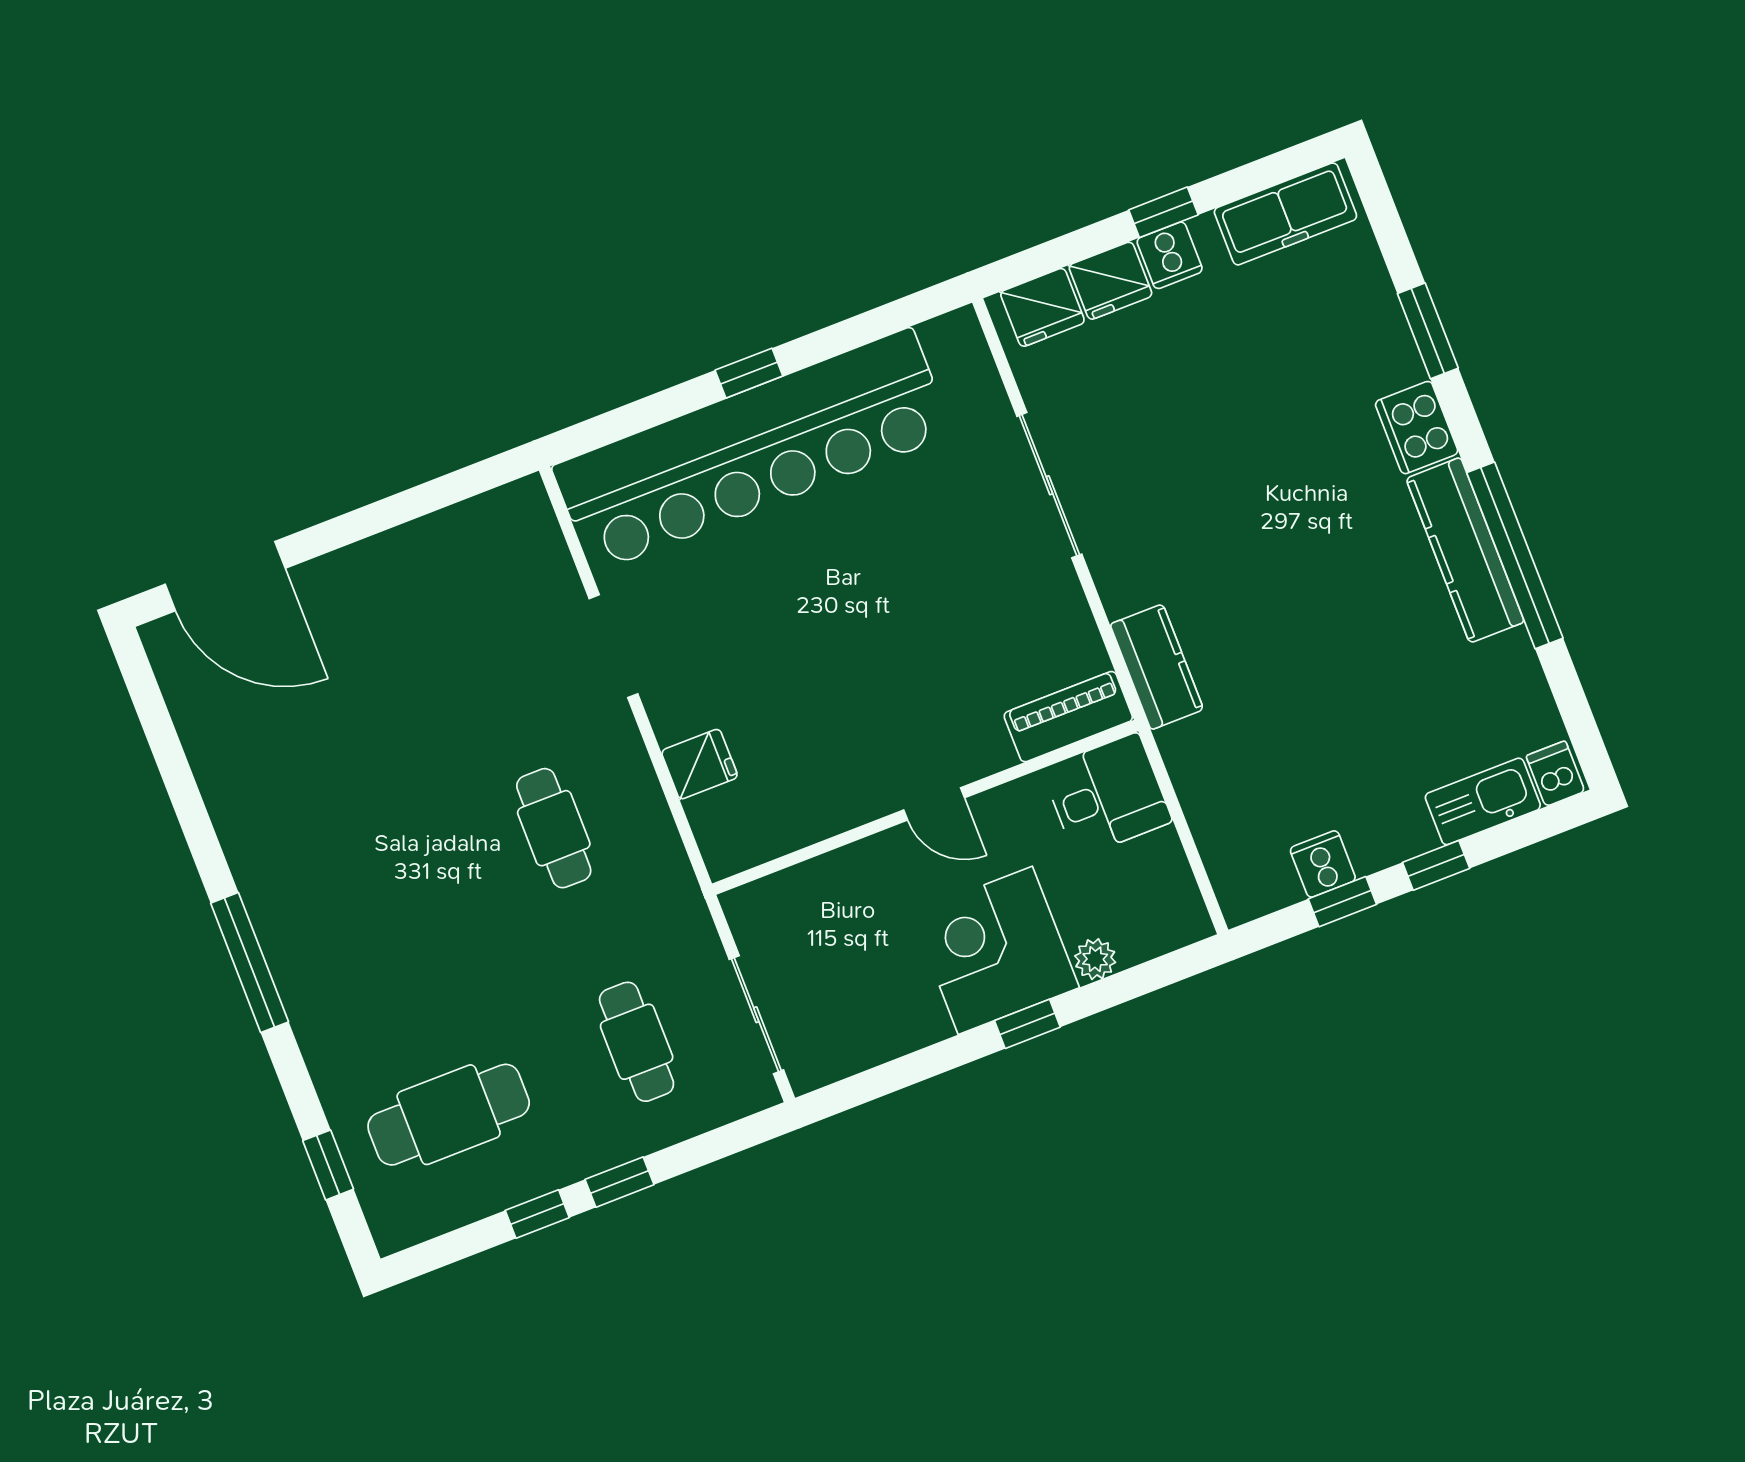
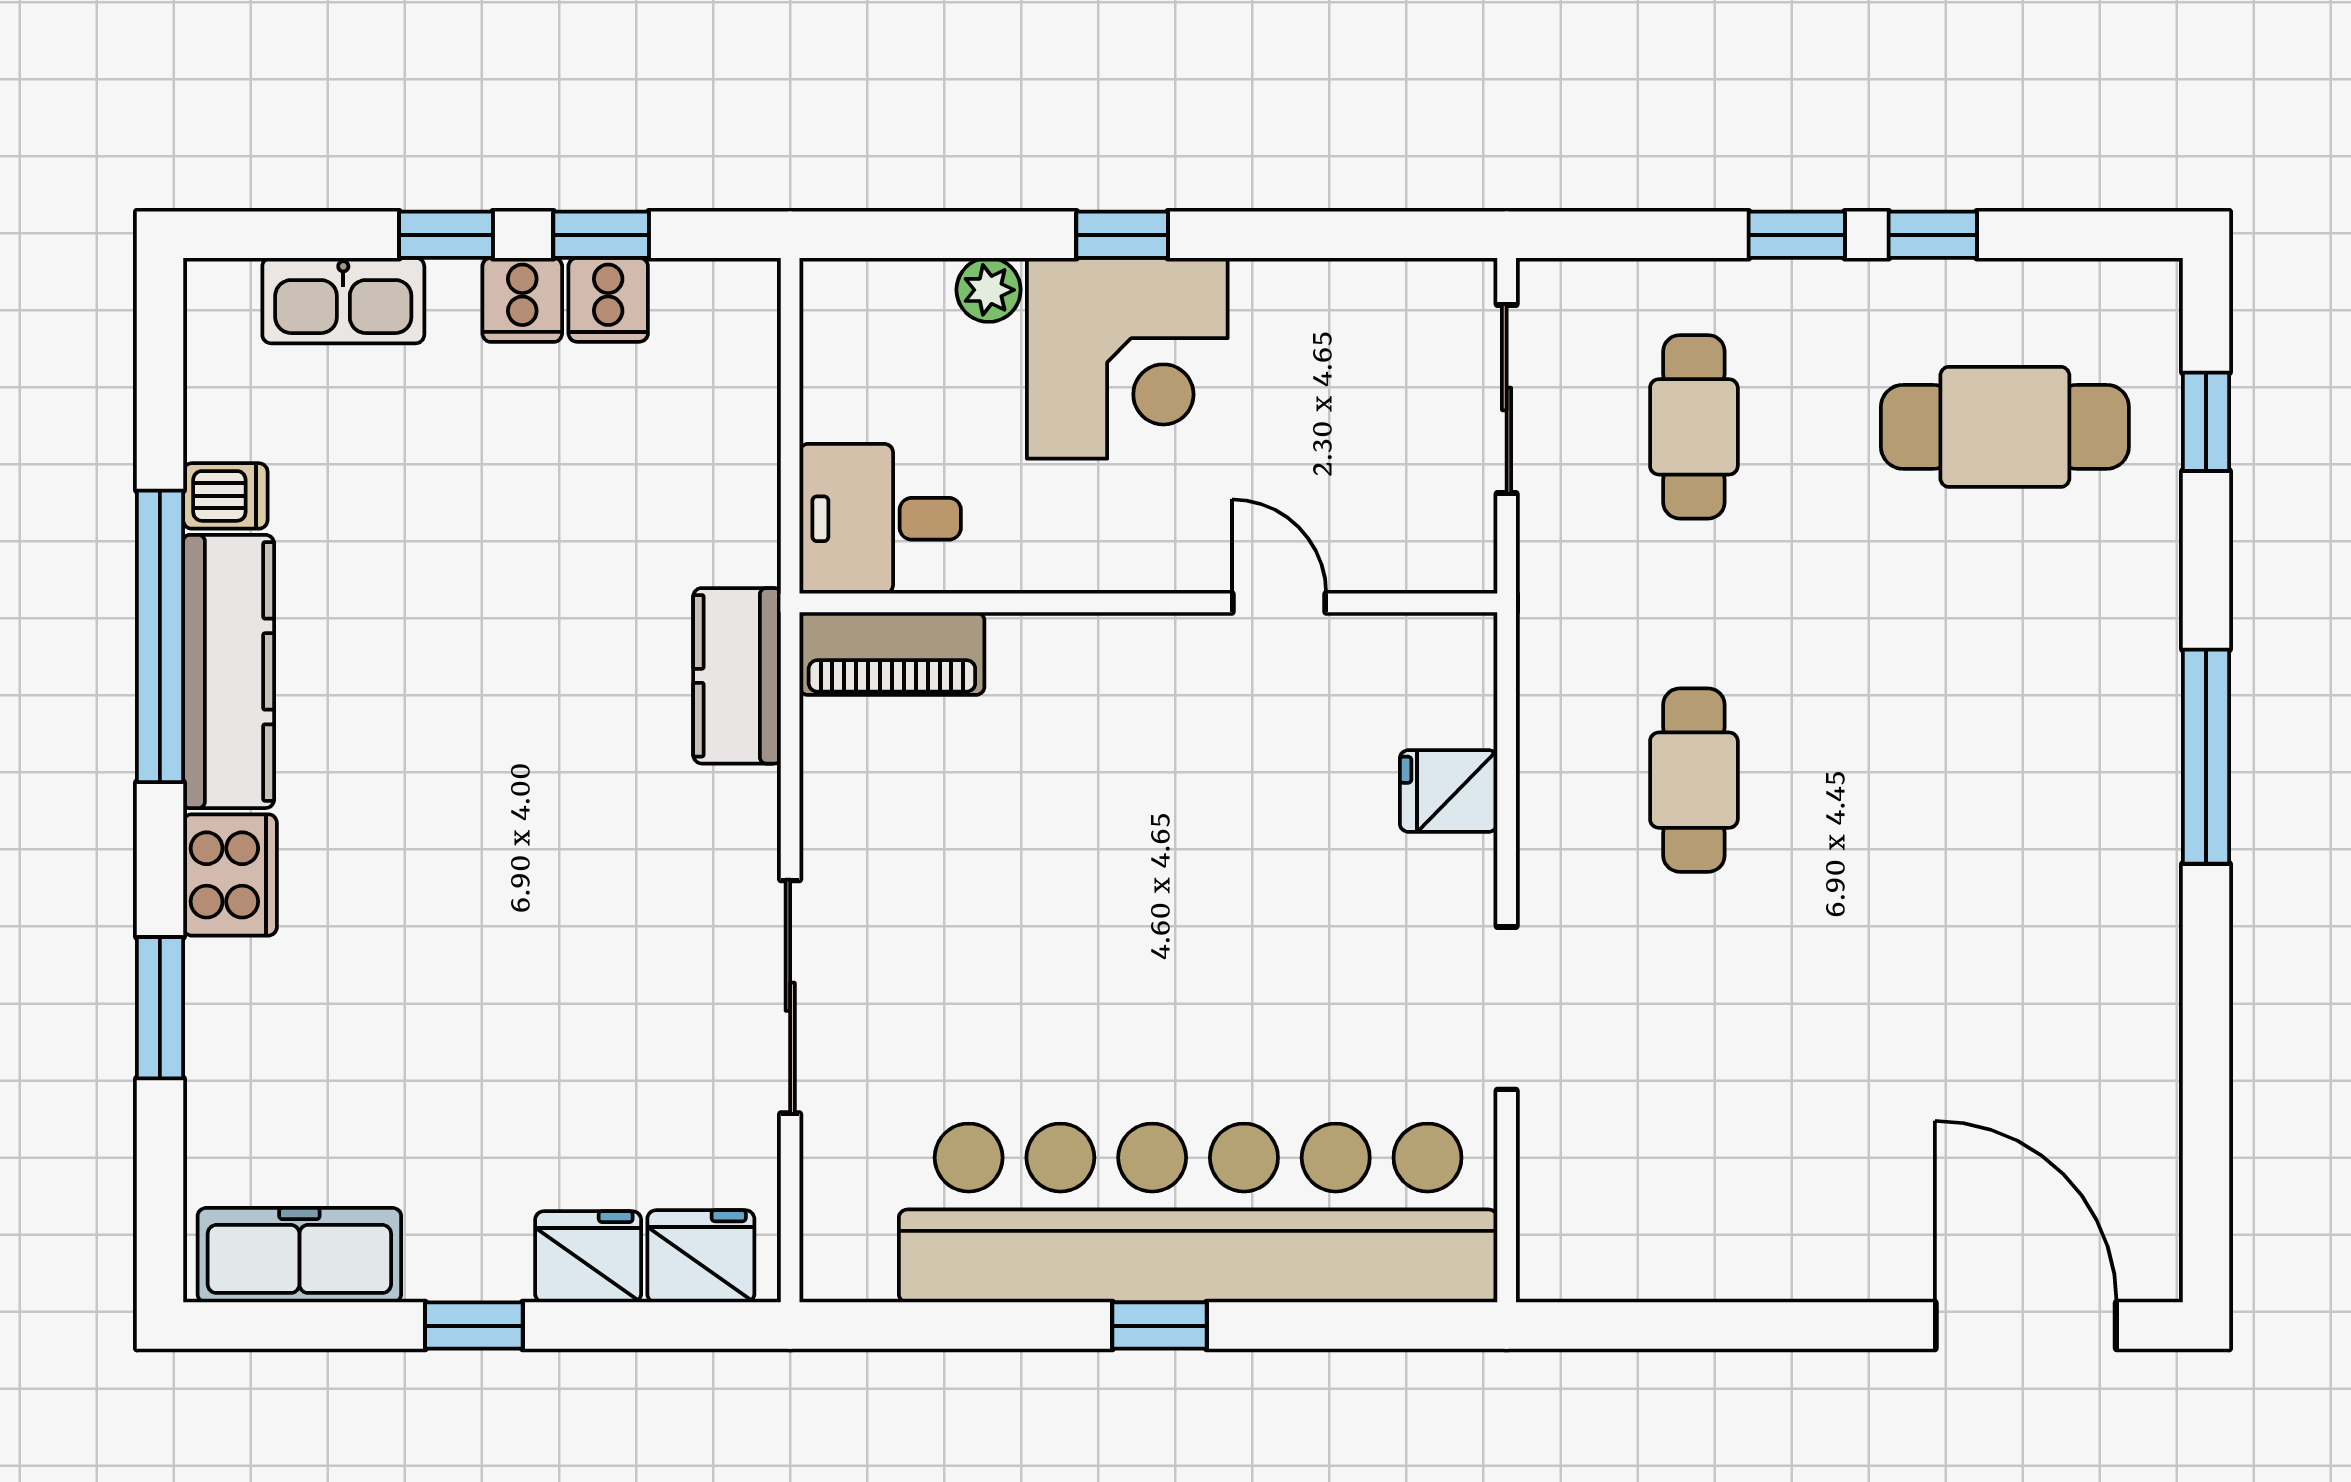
cooker: (1170, 255) -> (522, 300), moved, turned 180
dishwasher: (1555, 774) -> (225, 496), moved, turned -90
door: (934, 804) -> (1279, 603), moved

